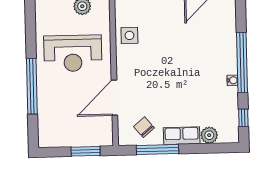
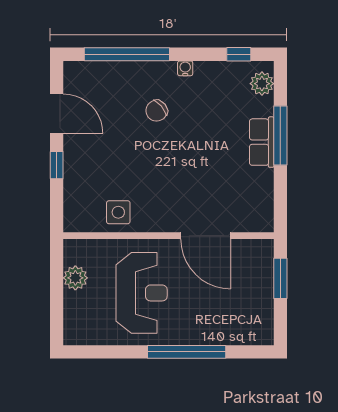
window: (242, 63) -> (127, 54), moved
chair: (144, 127) -> (157, 111), moved
plant: (209, 135) -> (262, 84), moved
window: (158, 150) -> (280, 136), moved

